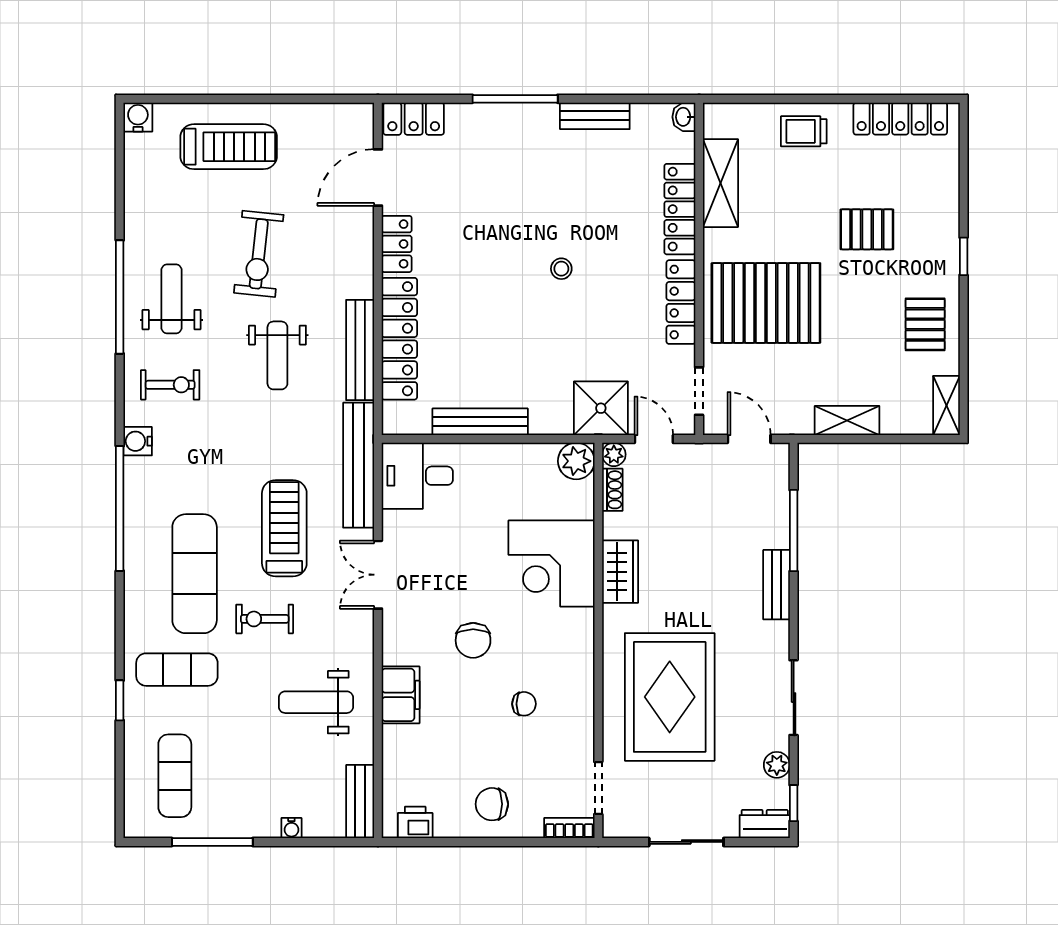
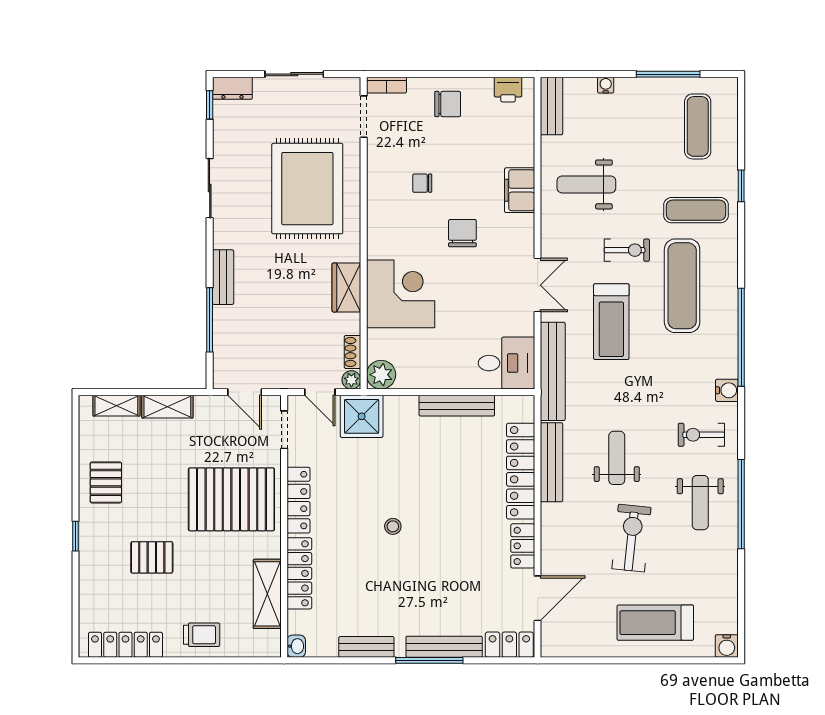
bench: (496, 116) -> (444, 647), added
shelving: (946, 405) -> (116, 406), moved, turned 90
weight bench: (316, 702) -> (586, 184), turned 180
plant: (777, 765) -> (223, 135), removed

